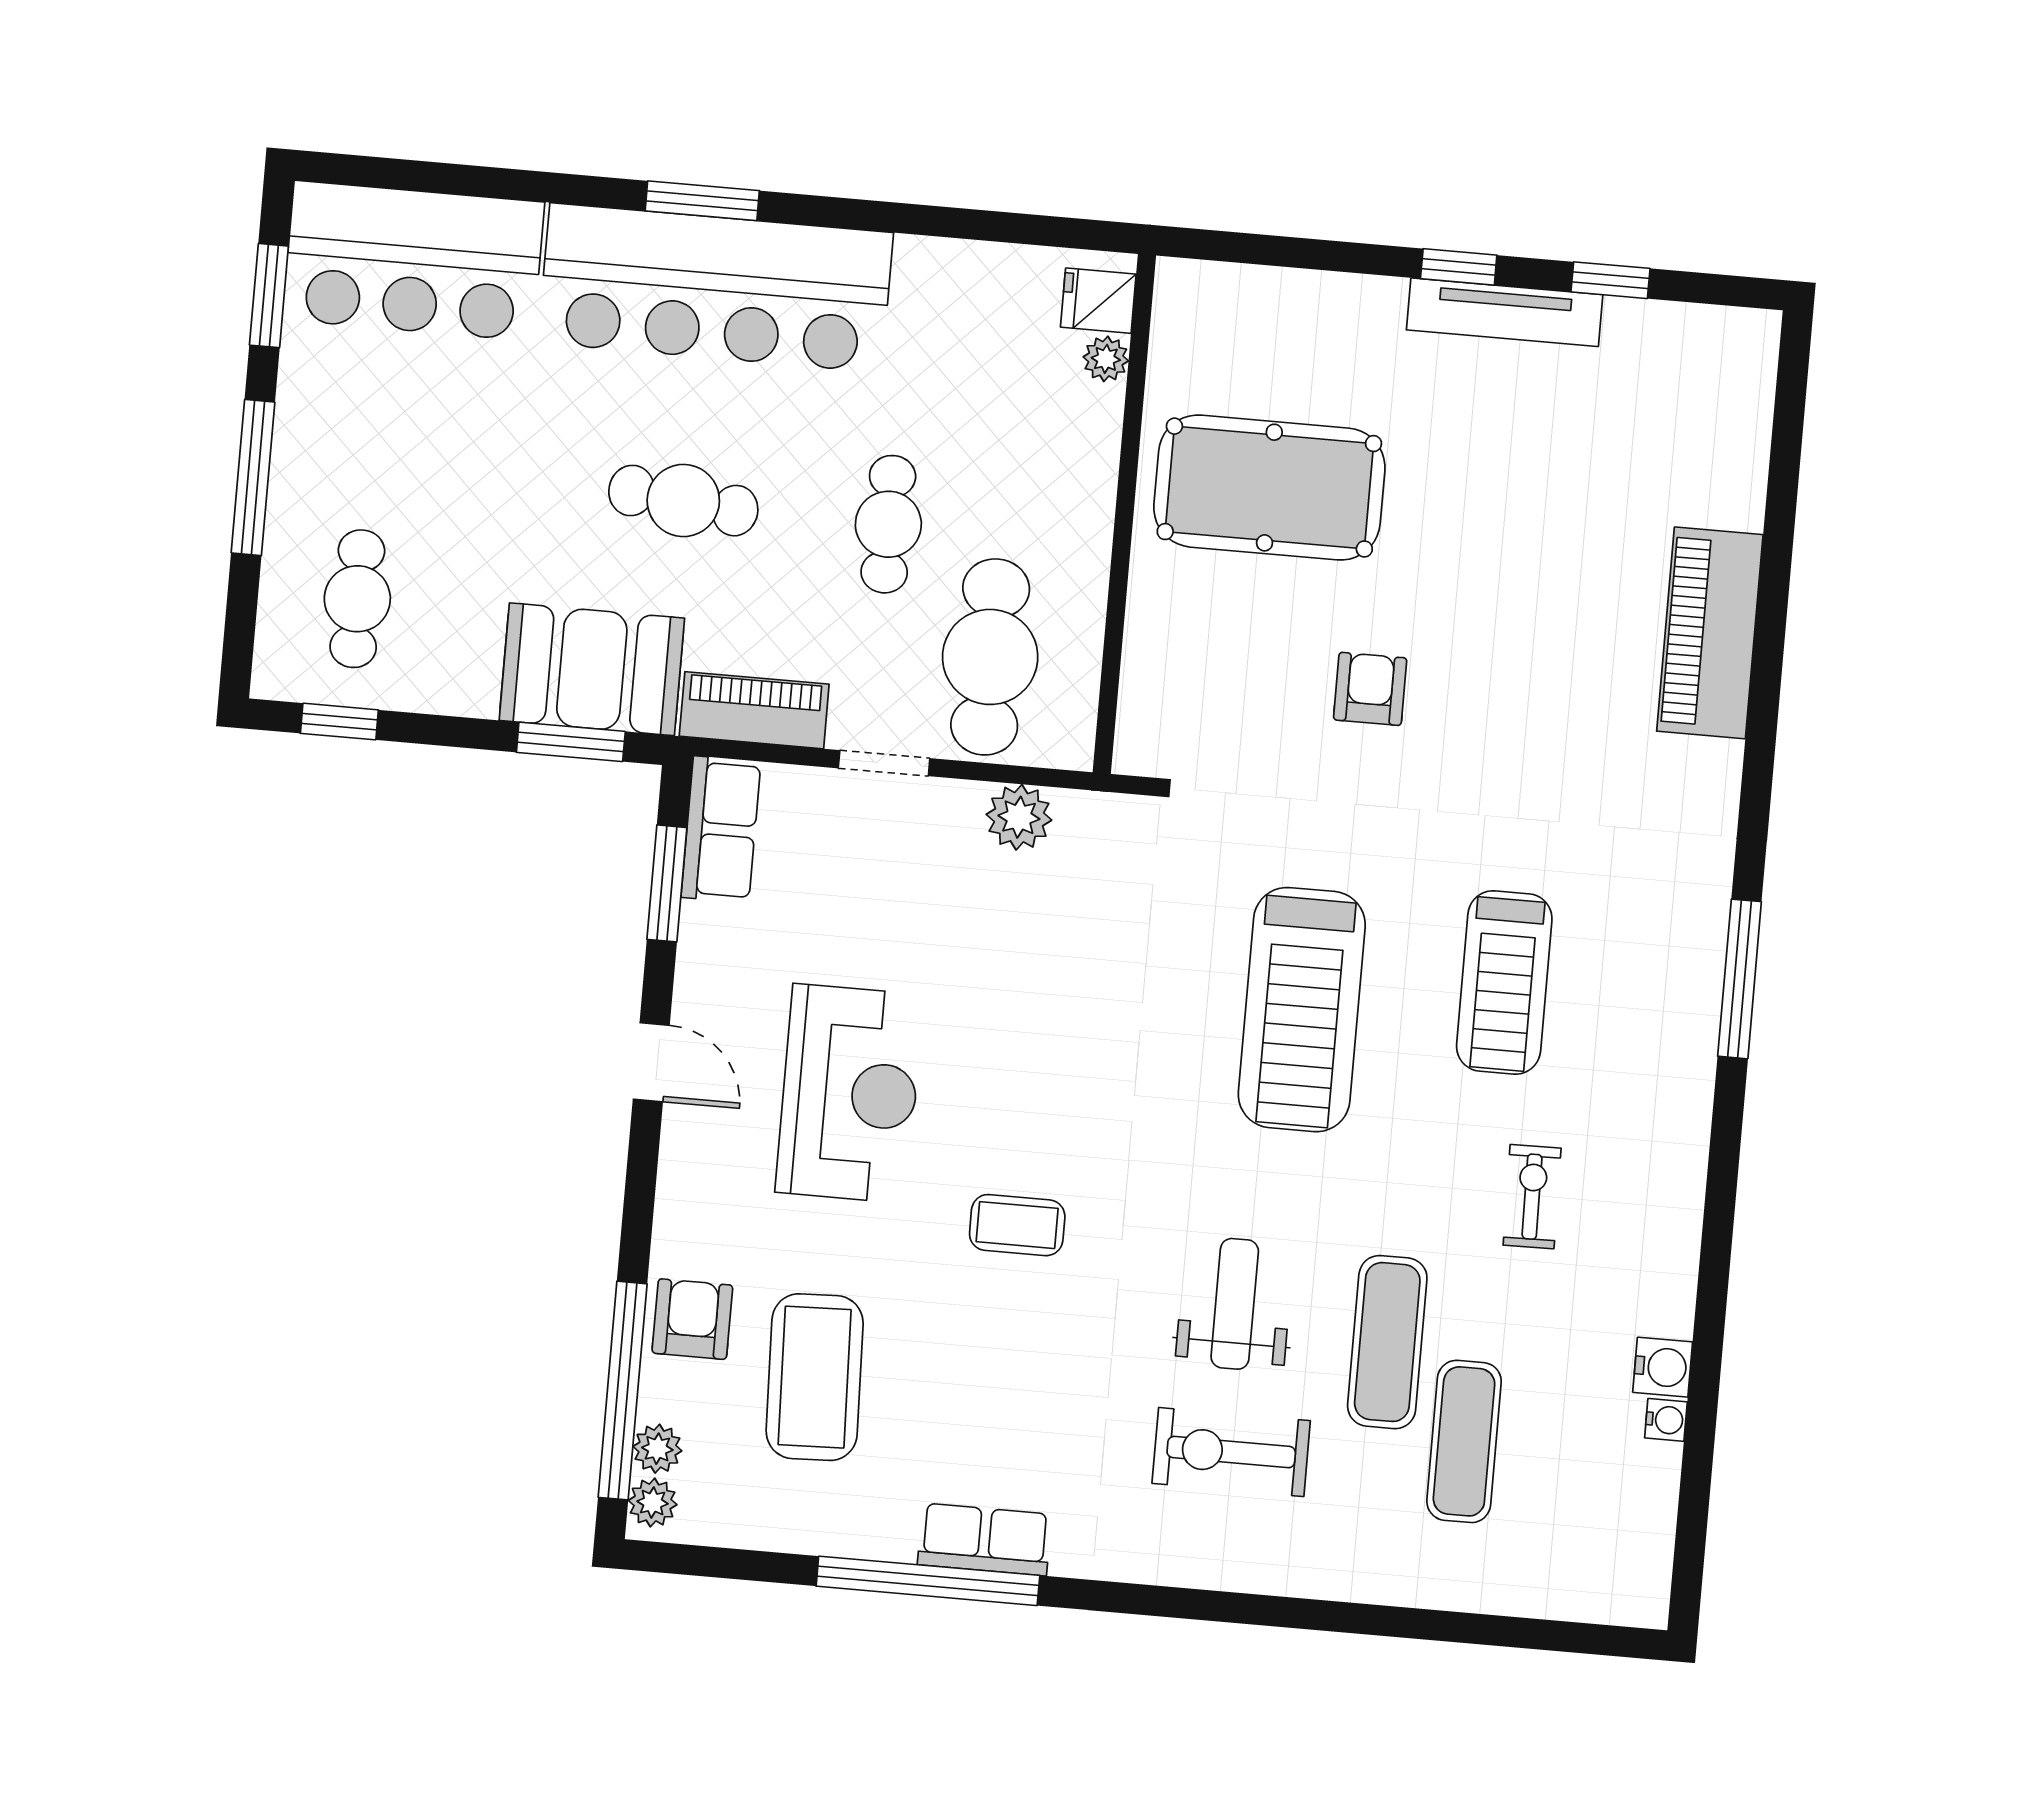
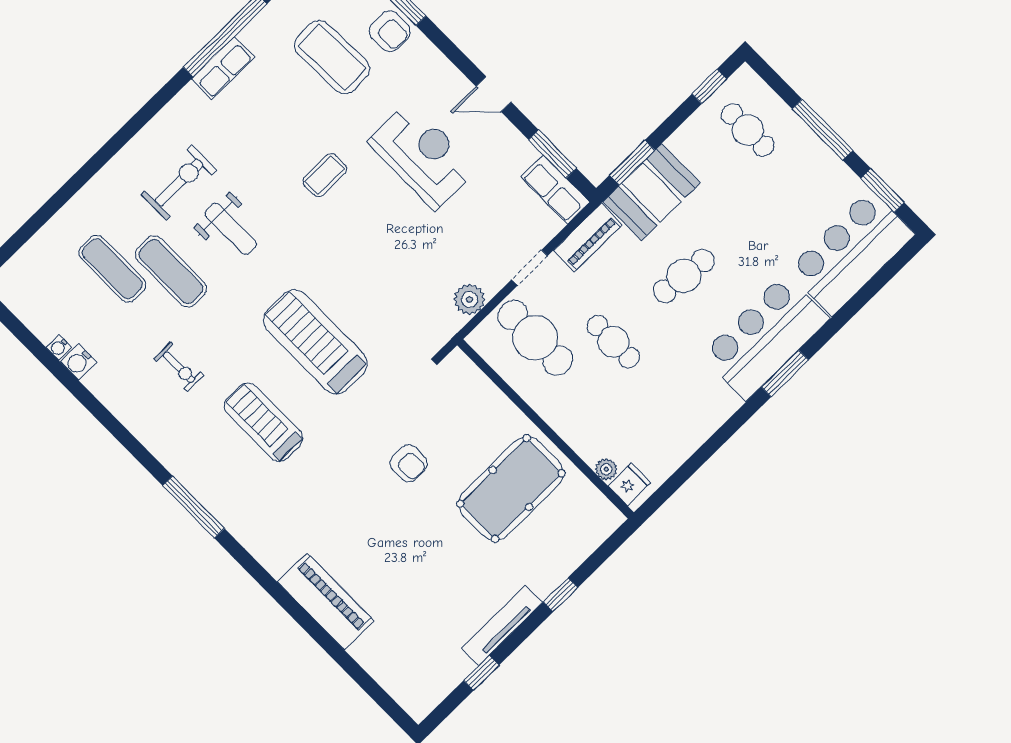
window: (1459, 267) -> (561, 595), moved
bar counter: (716, 288) -> (765, 337), width x0.73
reception desk: (849, 1093) -> (422, 155), turned 180

